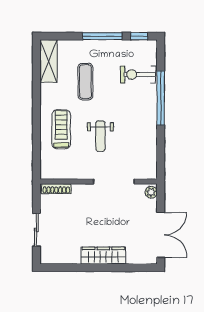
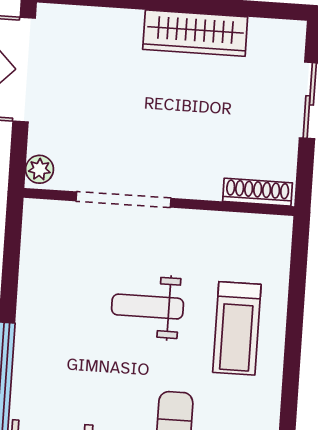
weight bench: (100, 136) -> (148, 307), turned -90
wardrobe: (103, 256) -> (195, 33), moved

